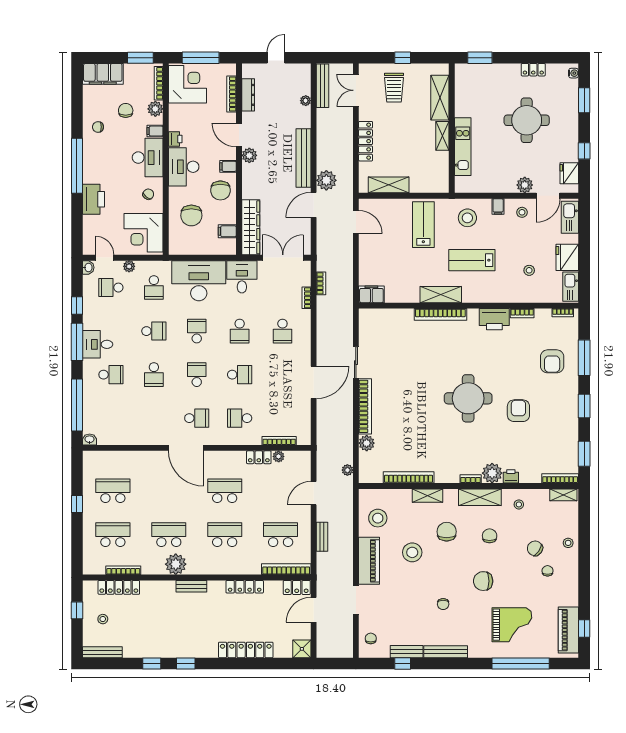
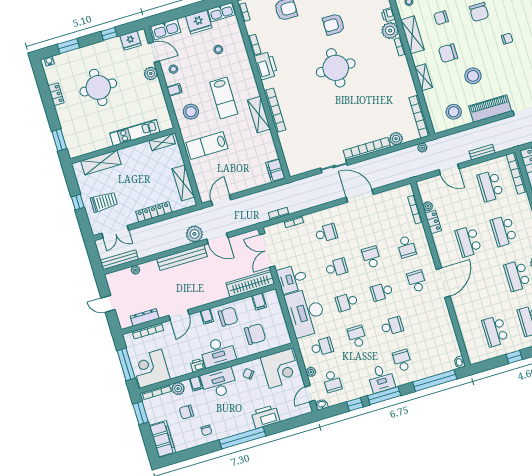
shelving: (442, 136) -> (162, 142), moved
plant: (249, 155) -> (193, 302), removed
bookcase: (409, 477) -> (419, 117), moved

